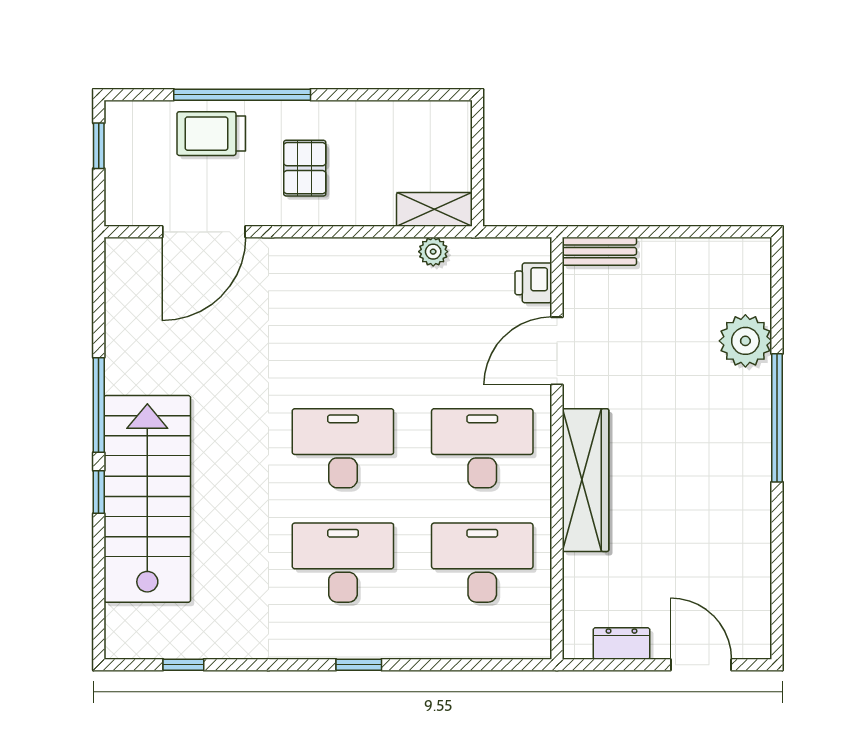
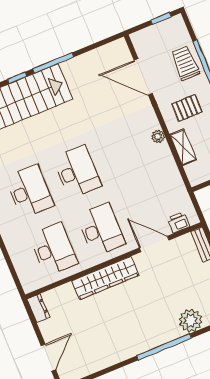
shelving: (434, 209) -> (183, 147), moved
plant: (433, 252) -> (158, 137), moved
dresser: (621, 643) -> (38, 308), moved

